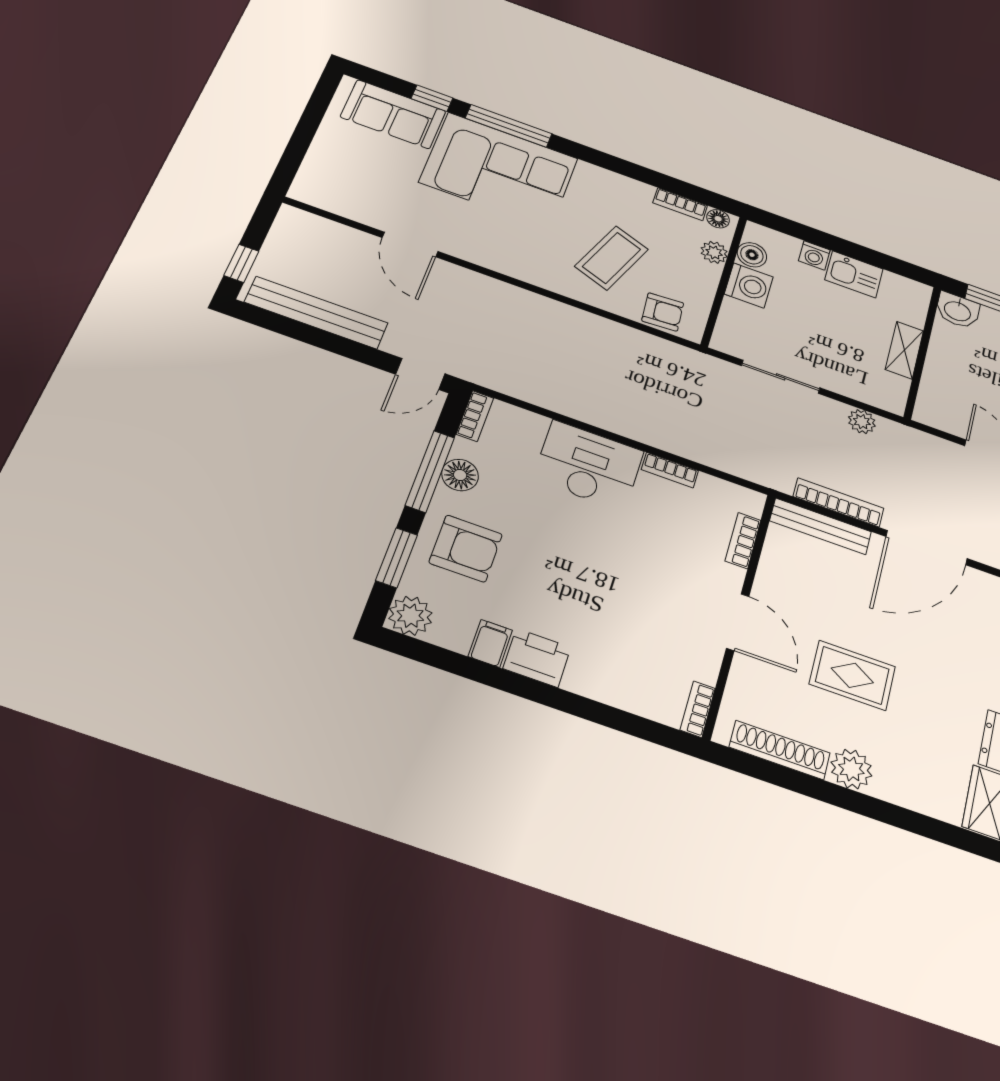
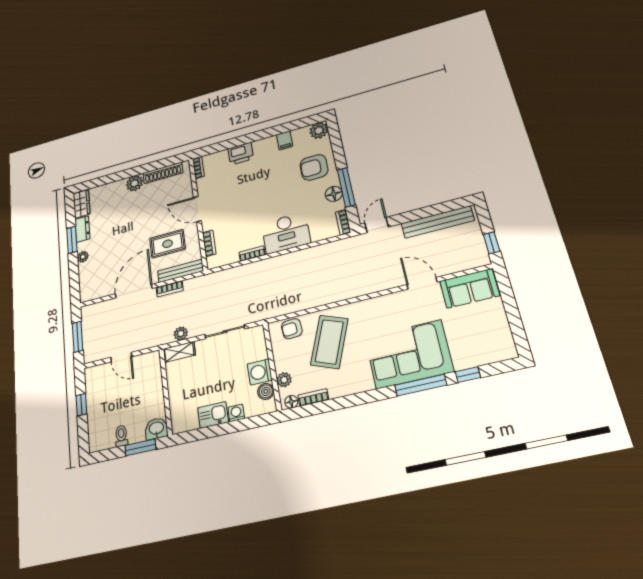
sofa: (393, 114) -> (469, 288), moved, turned 180
coffee table: (612, 258) -> (329, 342), width x1.36, depth x1.32
window: (241, 263) -> (492, 243), moved
shelving: (904, 350) -> (179, 352), moved, turned 90
bookcase: (838, 502) -> (170, 289), width x0.64
window: (397, 558) -> (337, 147), removed
printer: (537, 658) -> (241, 154), moved
rug: (852, 675) -> (168, 244), moved

